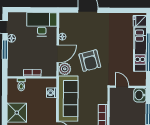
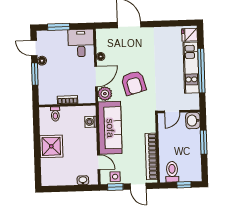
window: (27, 10) -> (59, 27), added
desk: (42, 24) -> (81, 43), width x0.73
door: (122, 87) -> (172, 112), swing flipped

